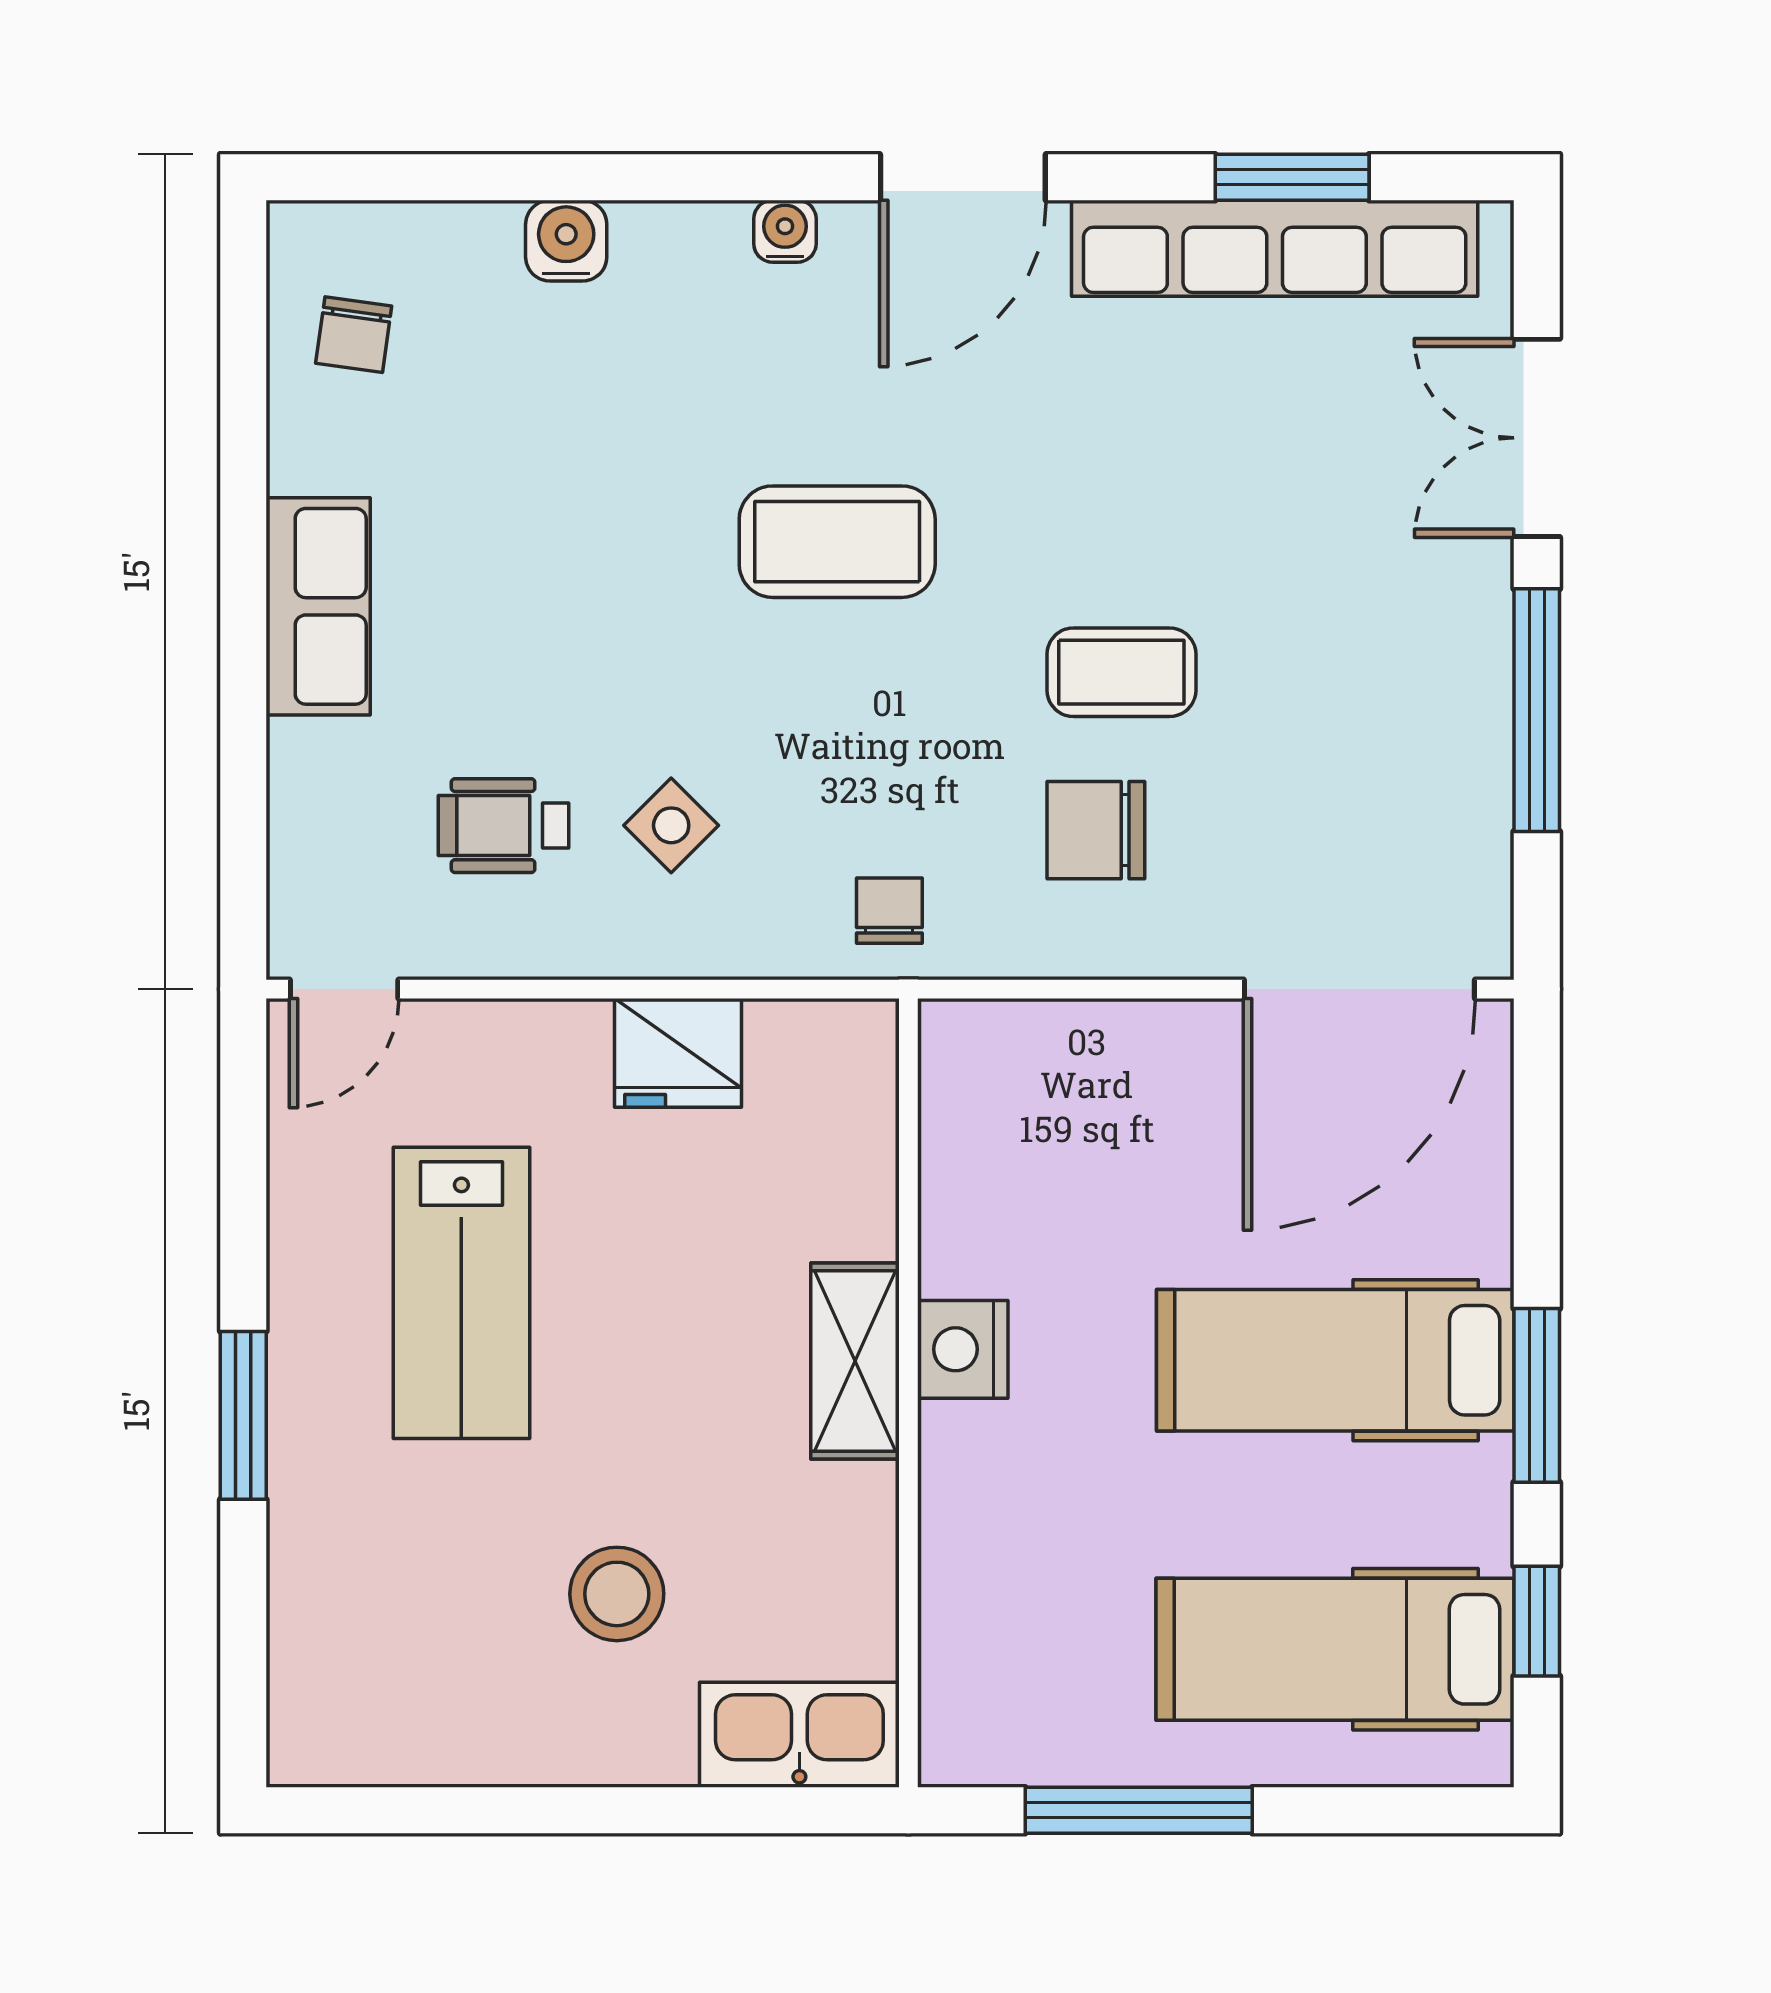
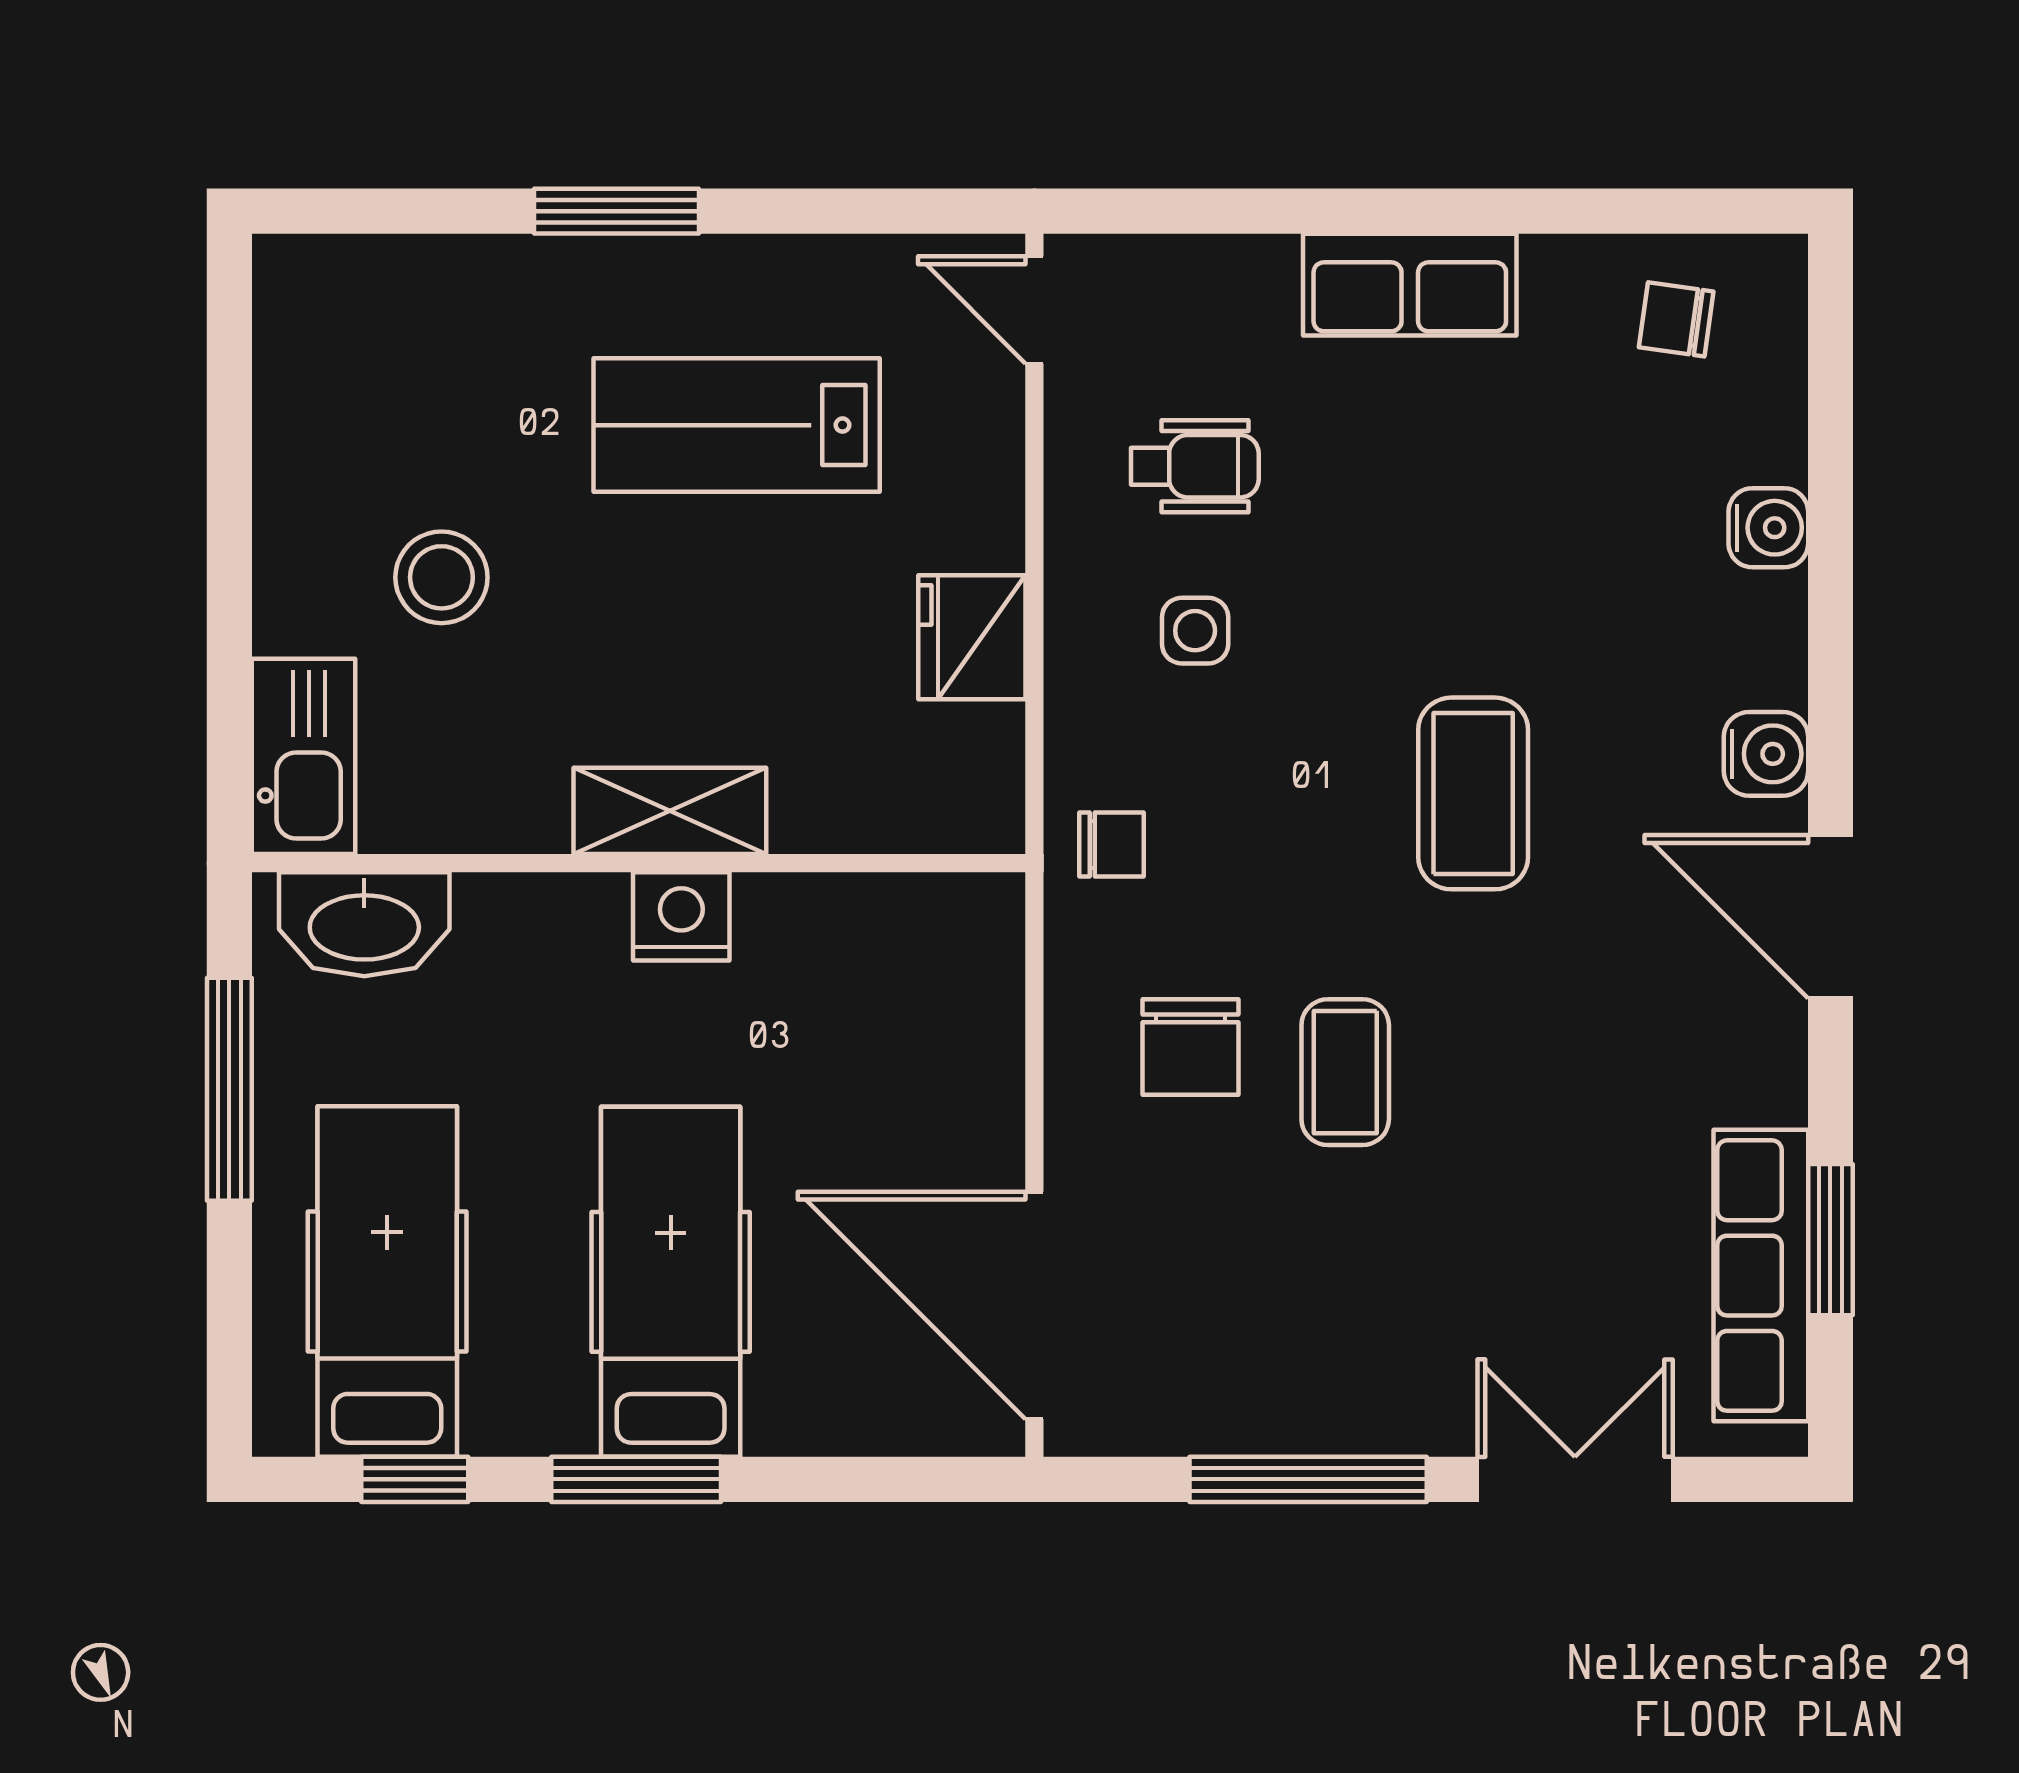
water cooler: (785, 231) -> (1766, 754), width x1.38, depth x1.38
row of seats: (1275, 248) -> (1761, 1276), width x0.73
side table: (671, 825) -> (1195, 631), turned 45
wheelchair: (503, 826) -> (1195, 466), turned 90
chair: (1096, 830) -> (1190, 1047), turned 180
washbasin: (971, 1673) -> (364, 924), added

